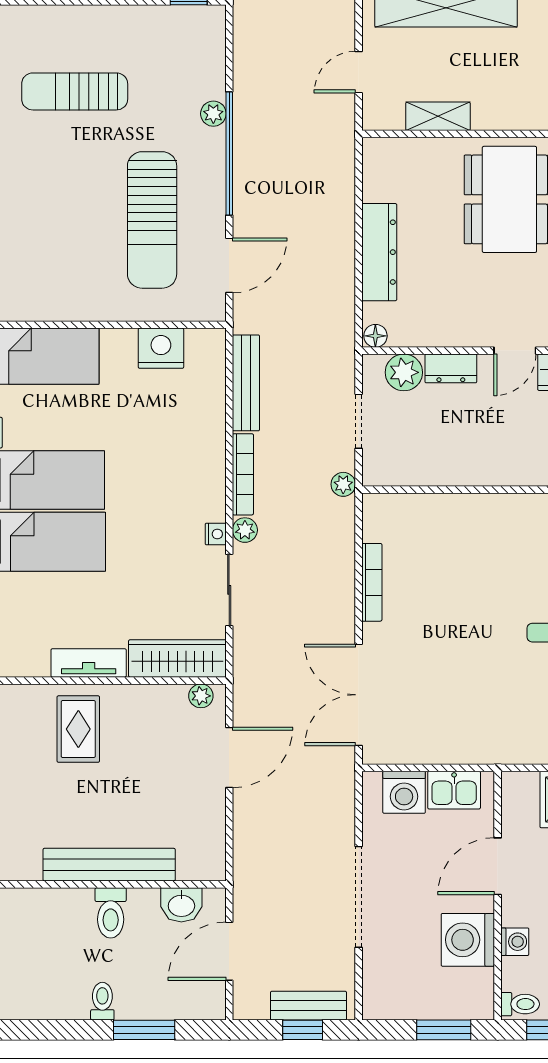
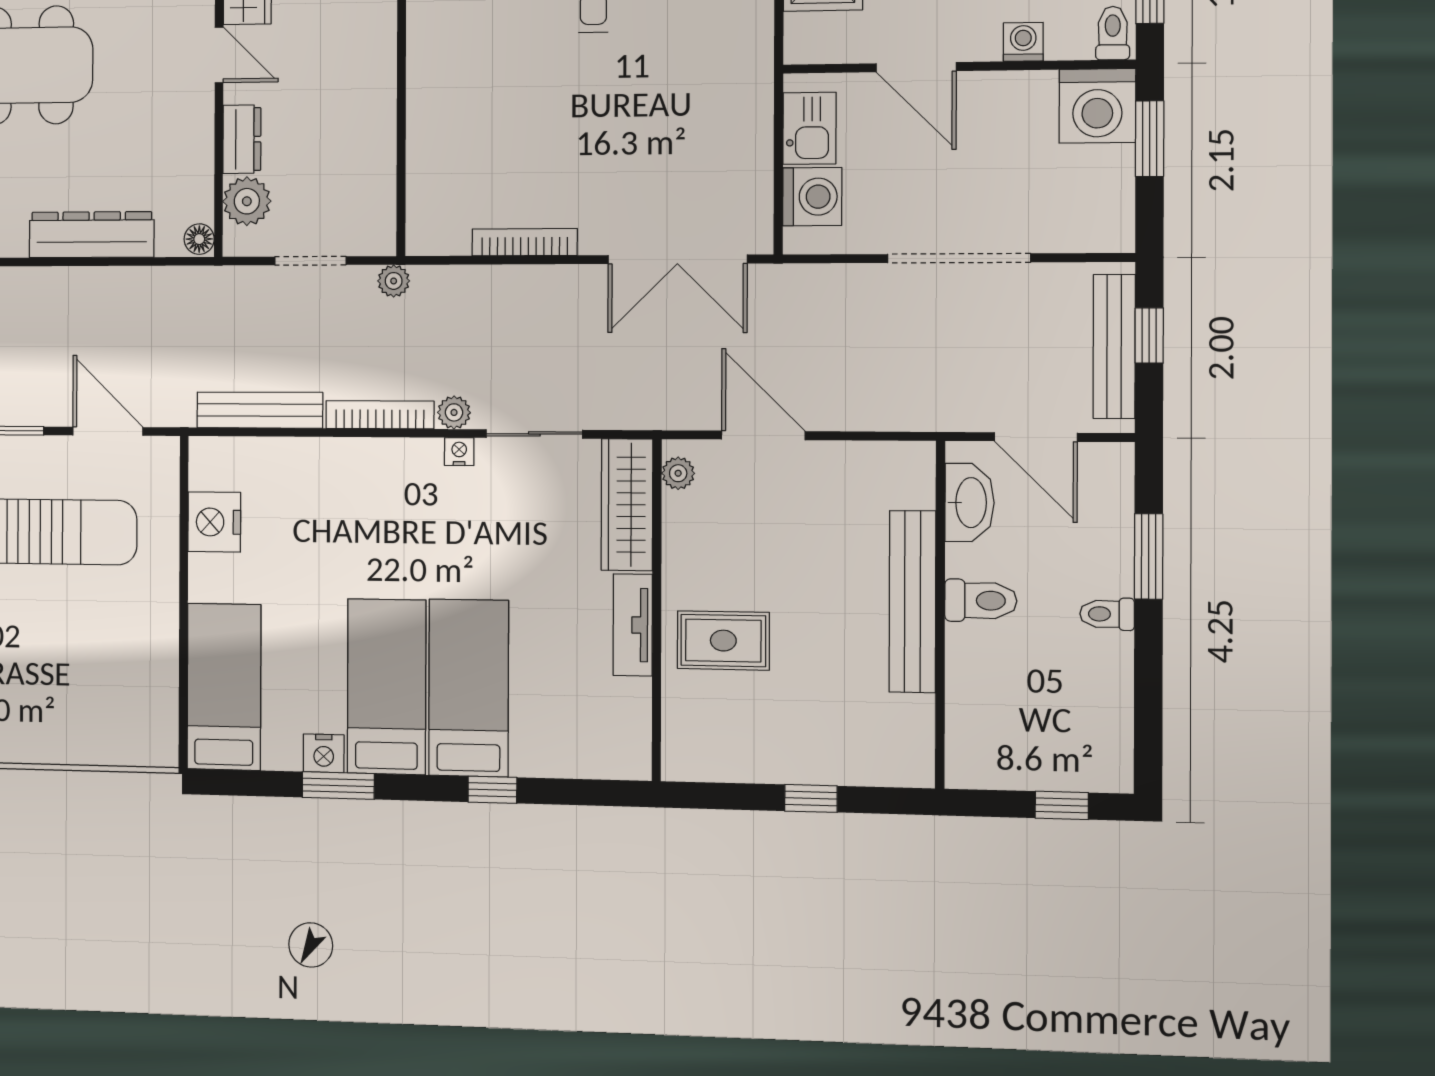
washbasin: (181, 905) -> (970, 503), width x1.38
washing machine: (468, 940) -> (1097, 106), moved
bench: (309, 1006) -> (1114, 346), width x1.36

